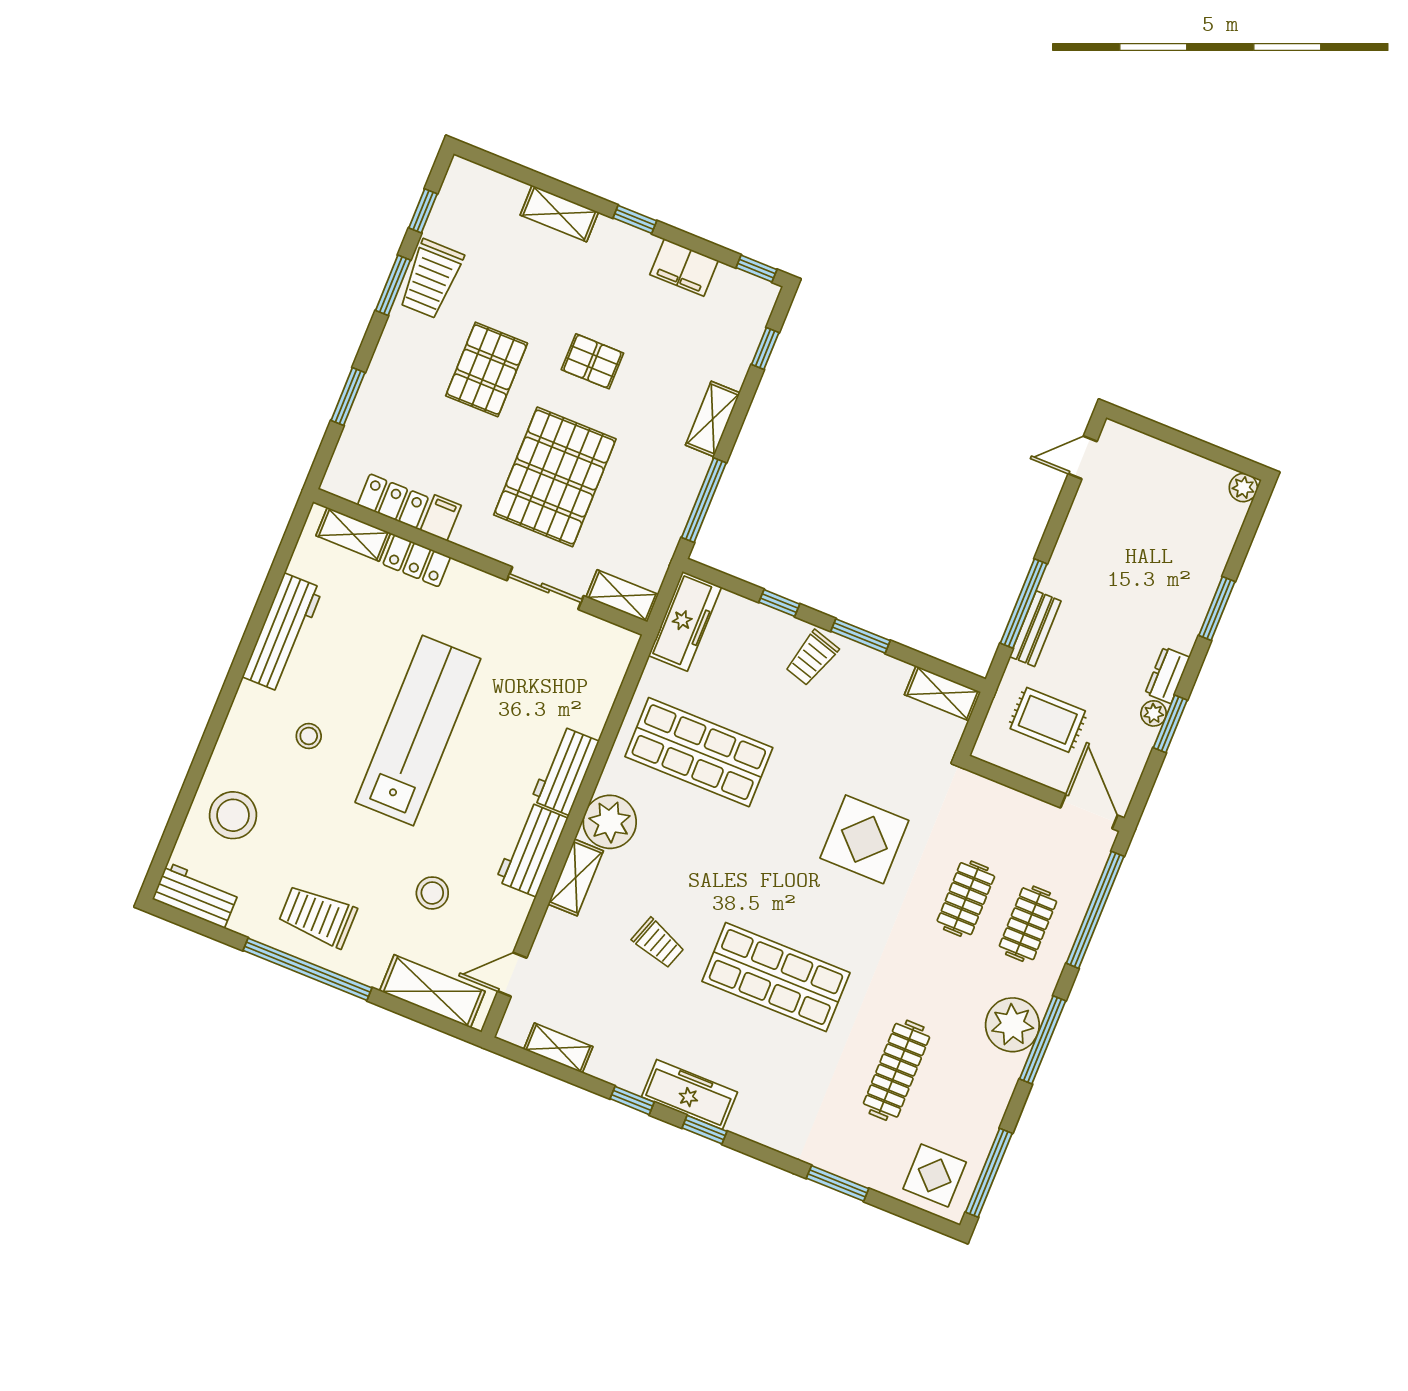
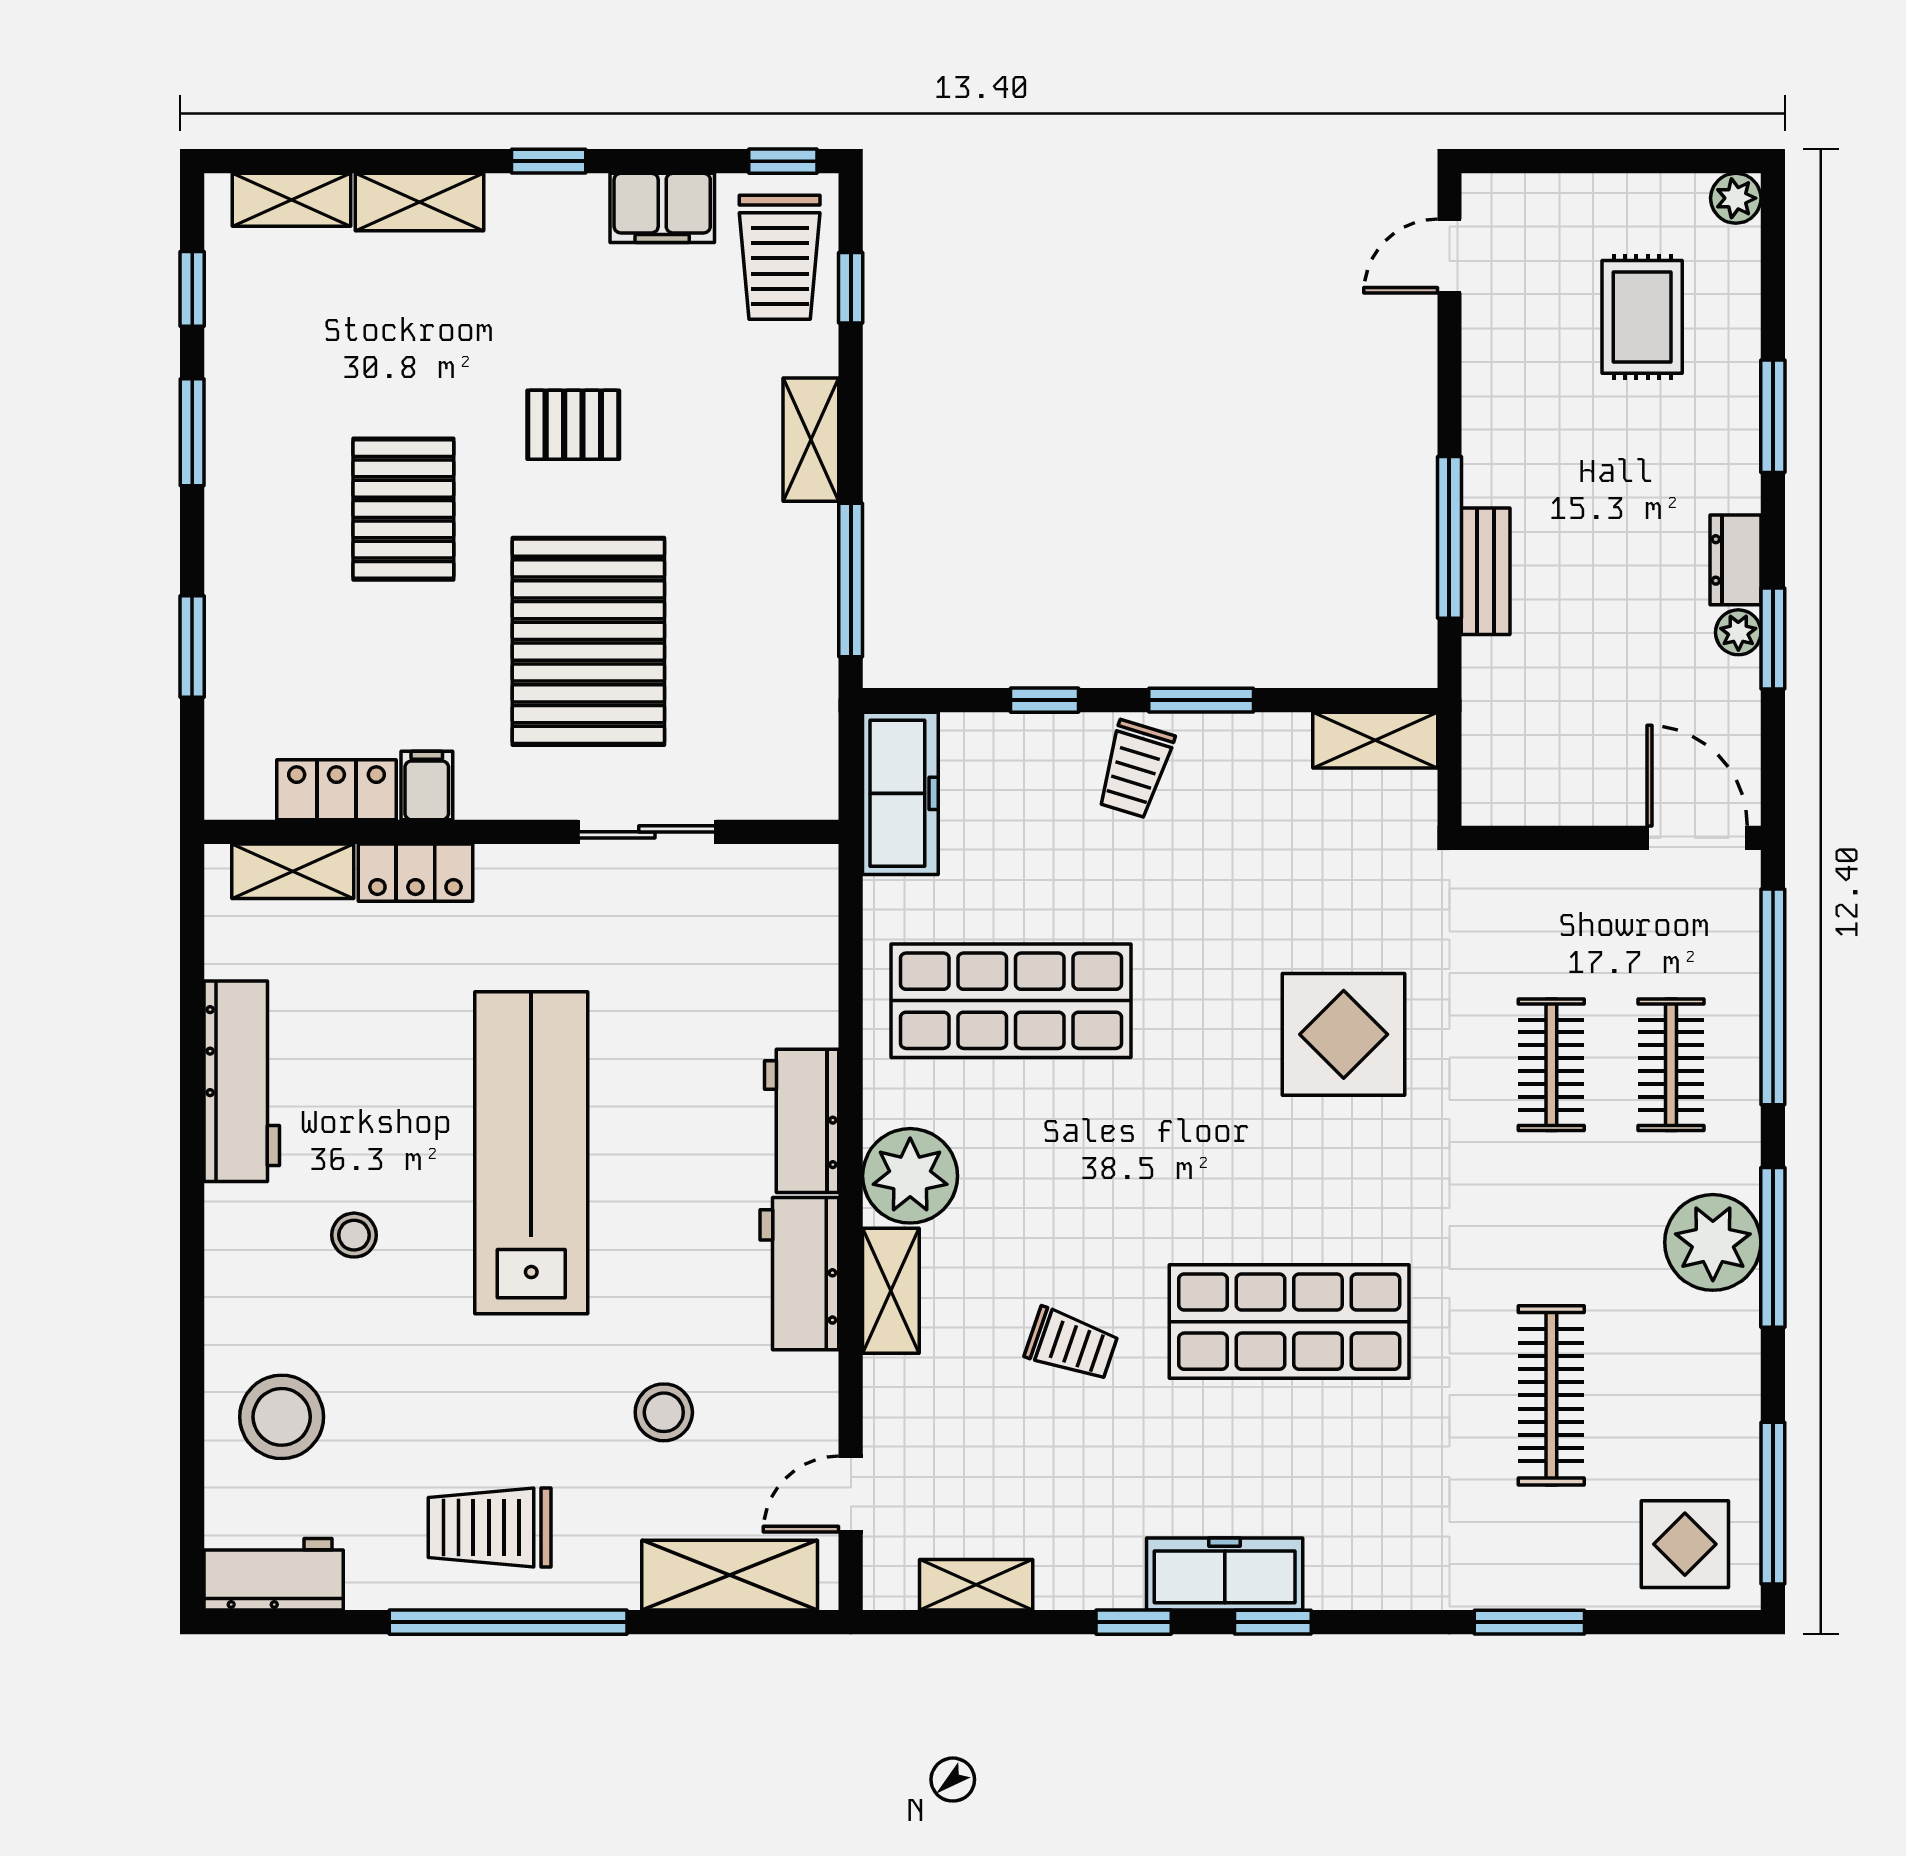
trolley: (431, 279) -> (780, 257), moved
shelving: (622, 596) -> (292, 200), moved
rug: (1048, 720) -> (1642, 317), moved, turned 90

